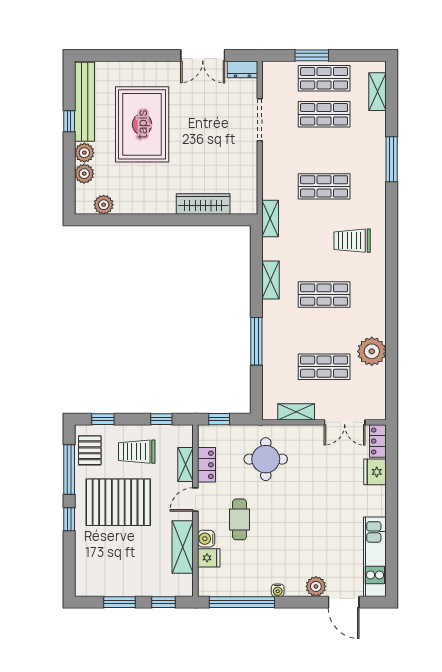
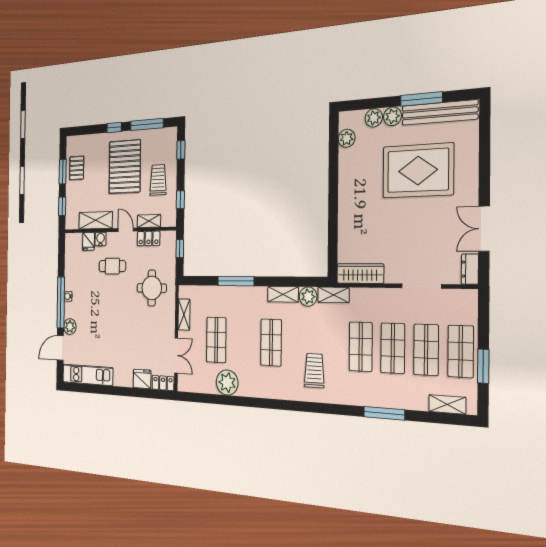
window: (312, 55) -> (483, 366), moved
window: (69, 121) -> (421, 99), width x2.17
shop shelf: (324, 150) -> (393, 348), added
wardrobe: (203, 204) -> (360, 273), moved, turned -90
plant: (273, 249) -> (308, 297), added
double door: (345, 422) -> (176, 356), swing flipped
pallet: (90, 450) -> (77, 168), moved, turned 90
window: (242, 602) -> (61, 302), moved

